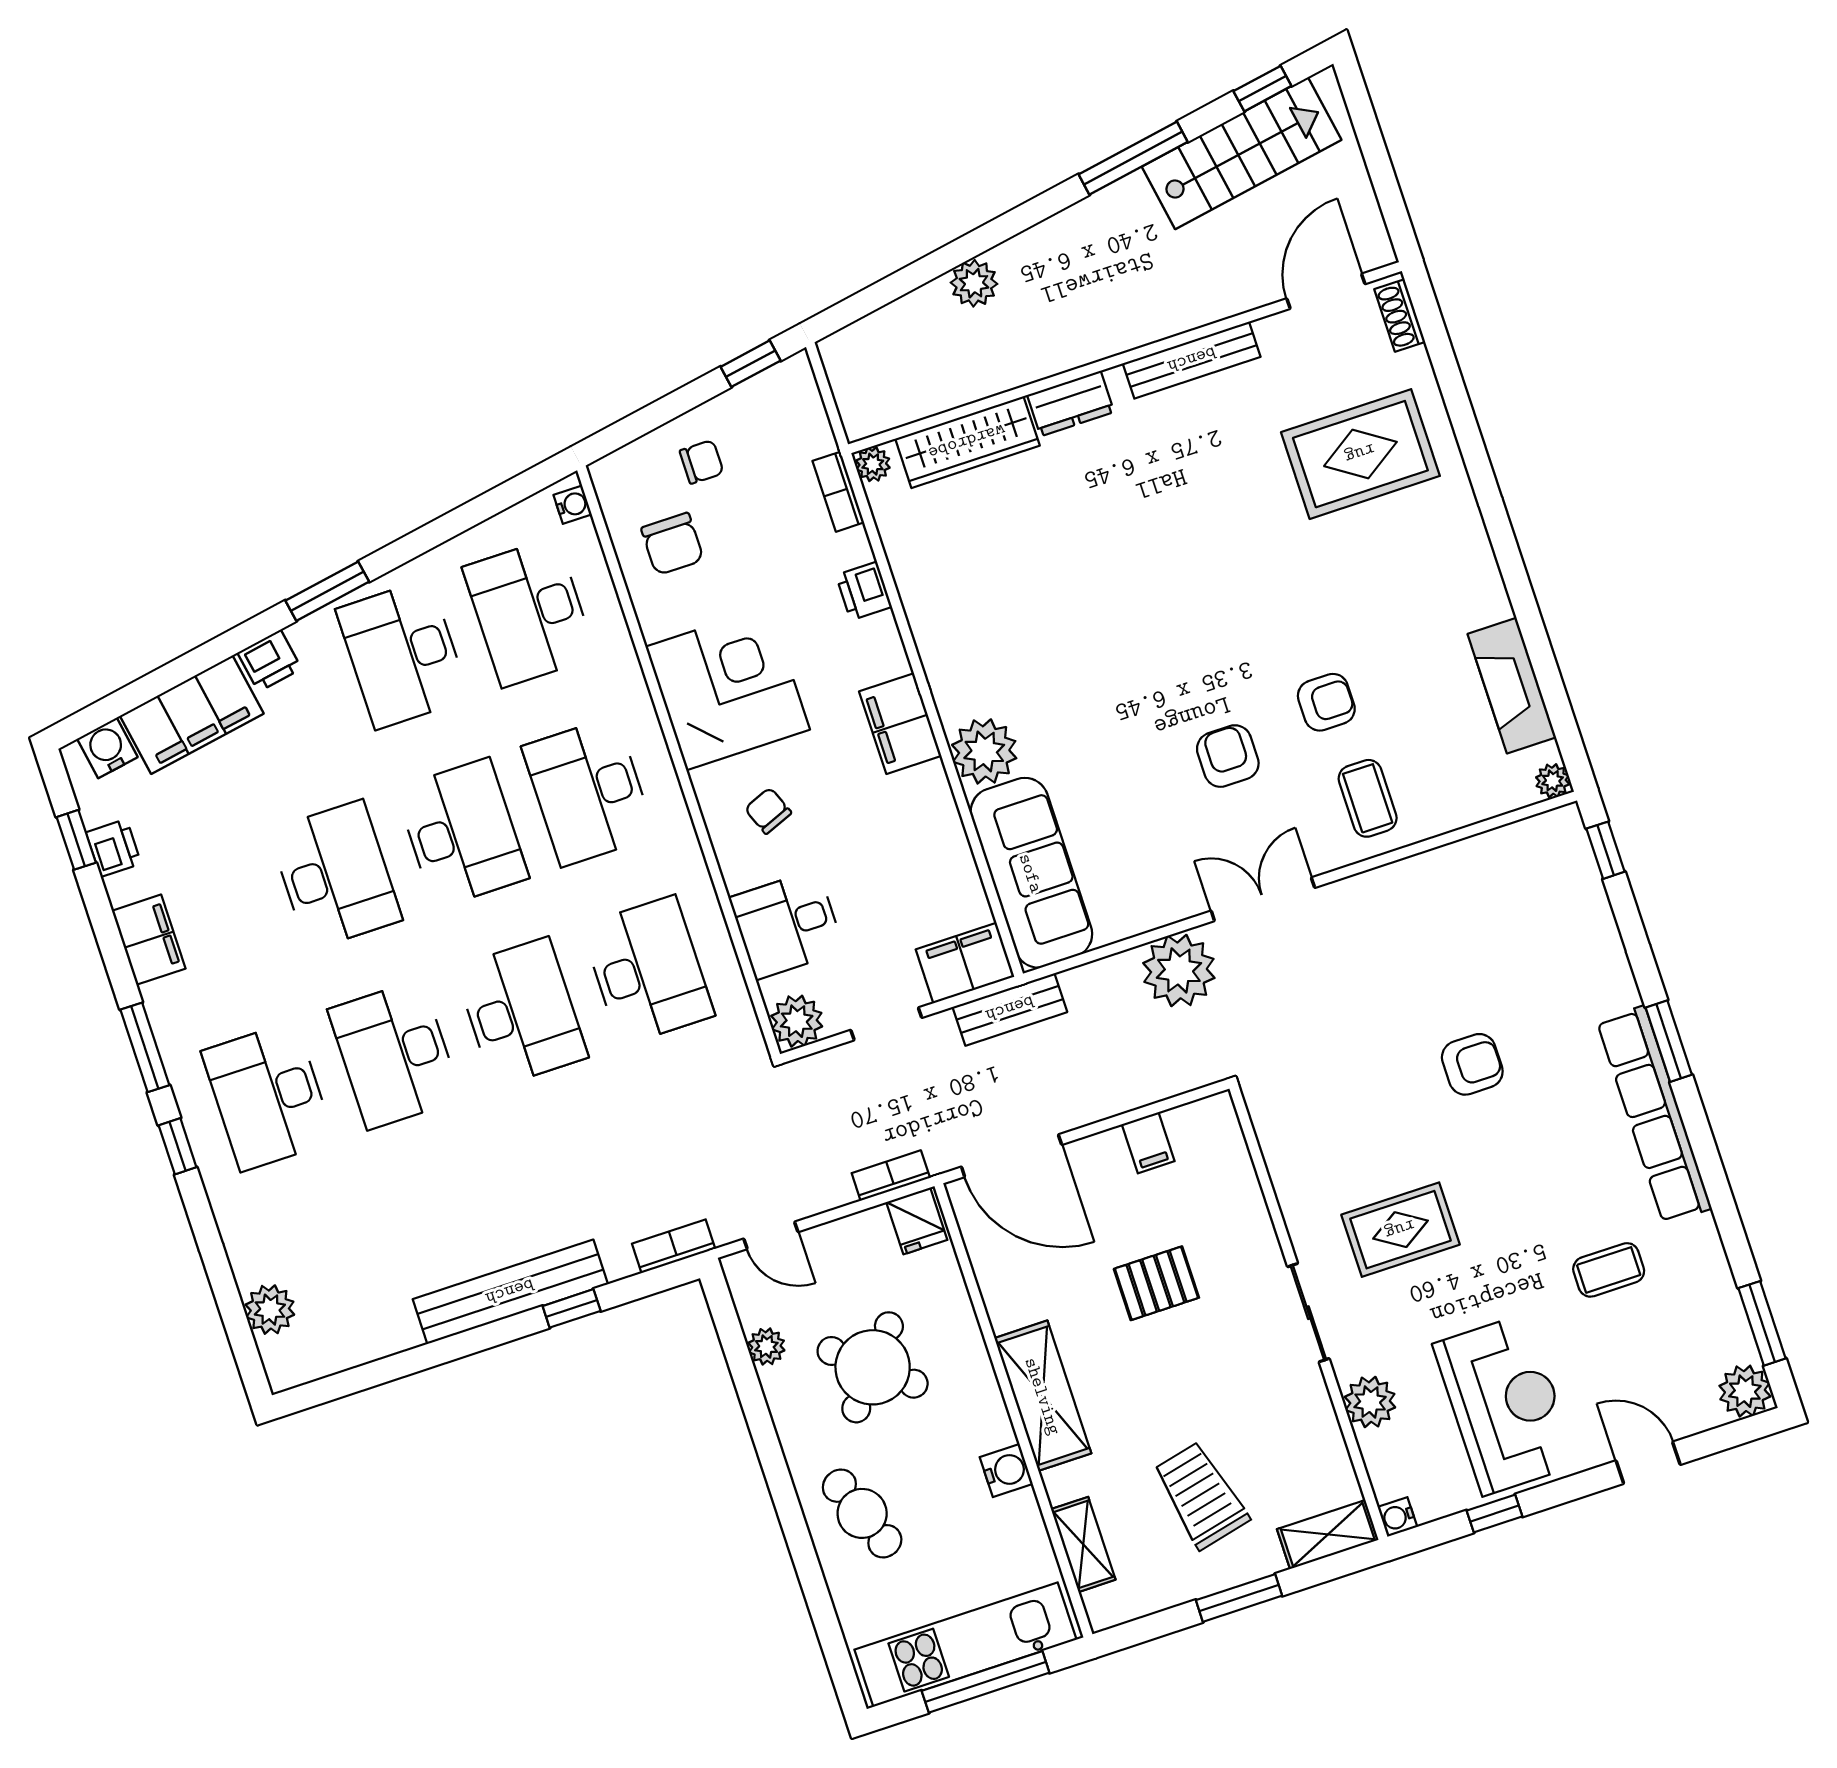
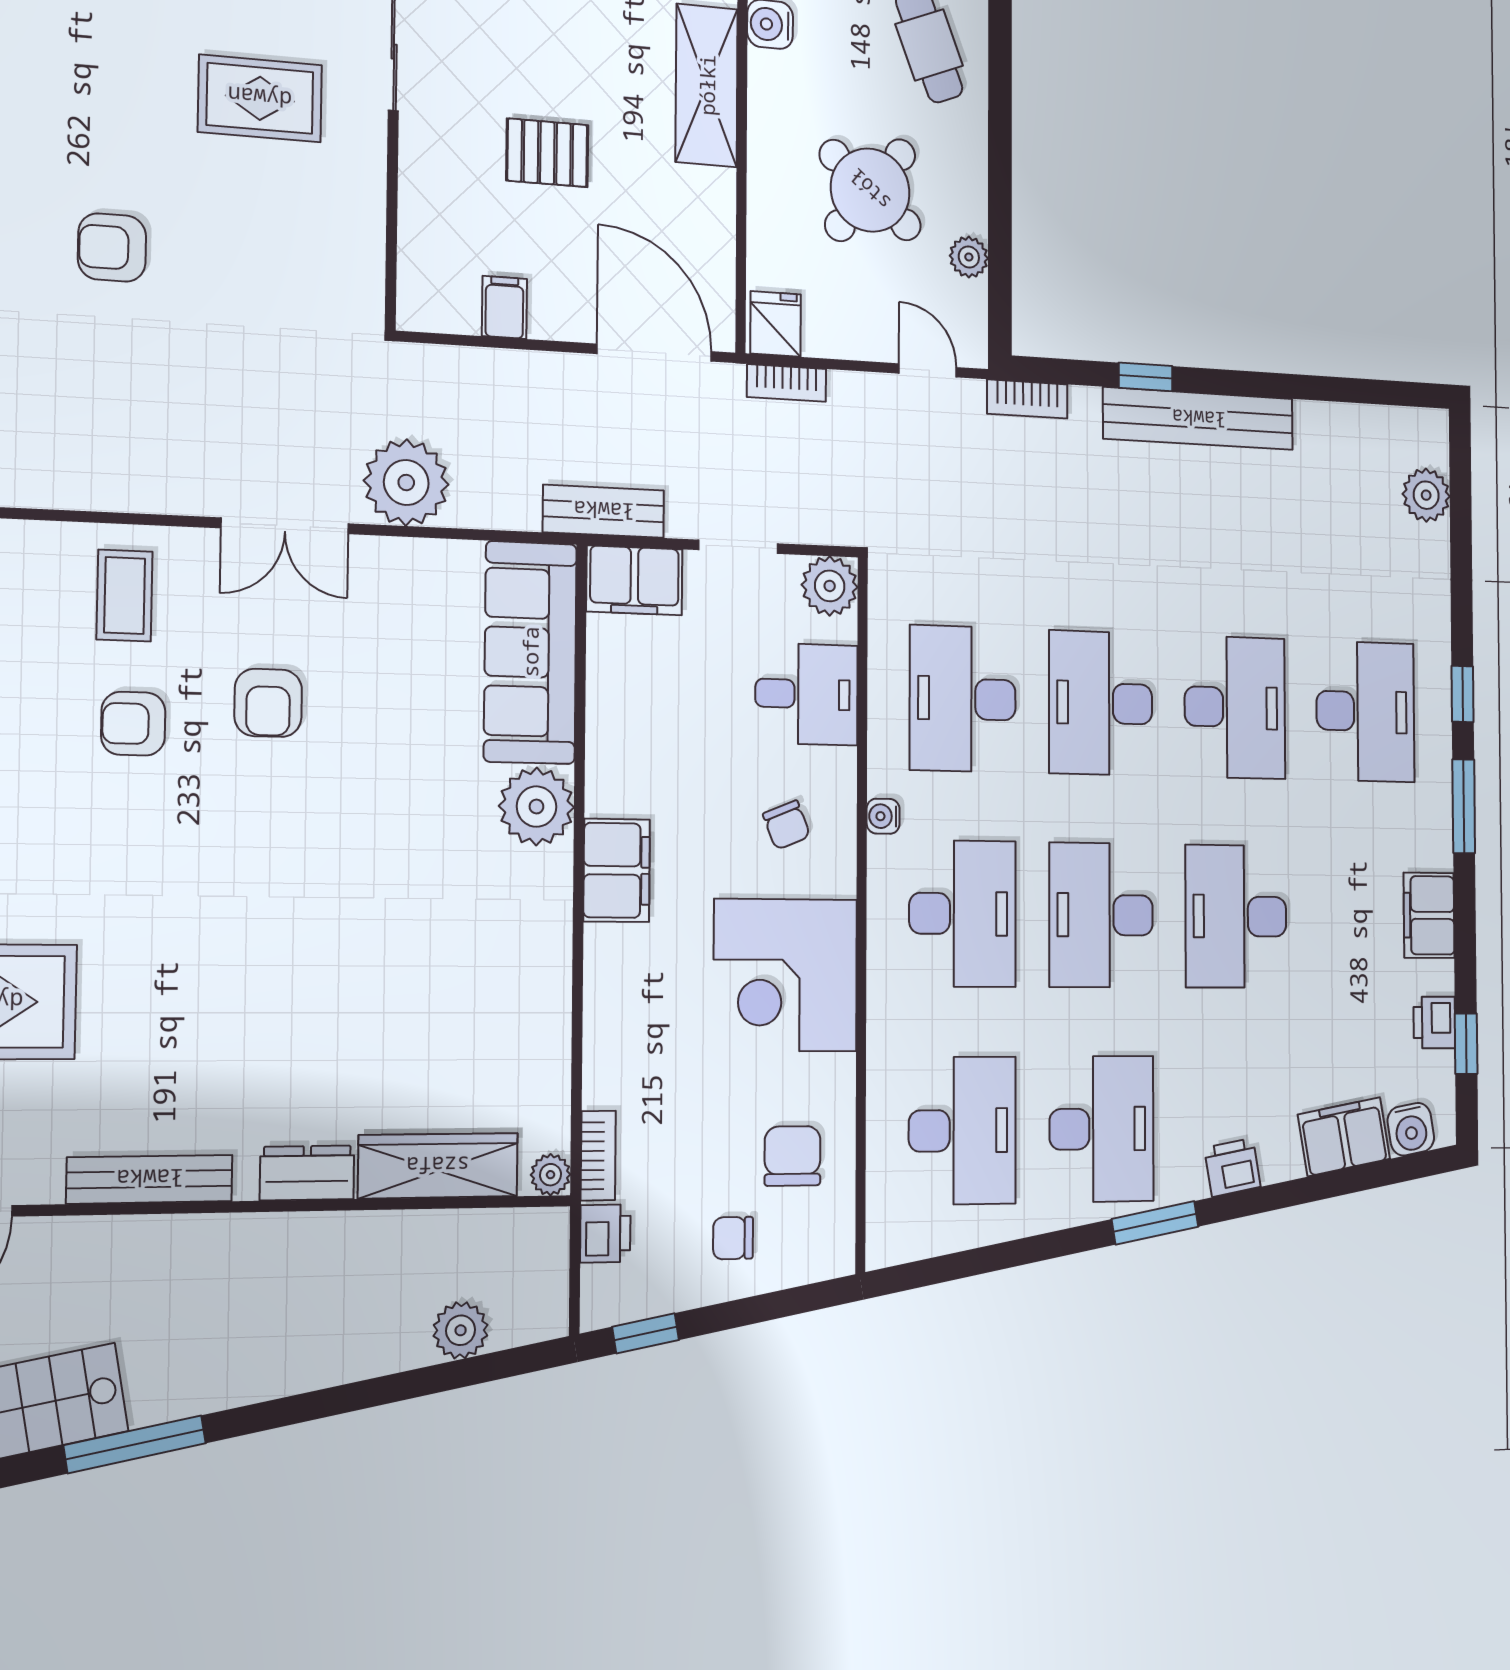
plant: (974, 283) -> (461, 1330), moved
water cooler: (573, 505) -> (883, 816), moved
printer: (864, 591) -> (605, 1234), moved
filing cabinet: (192, 715) -> (1344, 1137), width x0.67, depth x0.86

